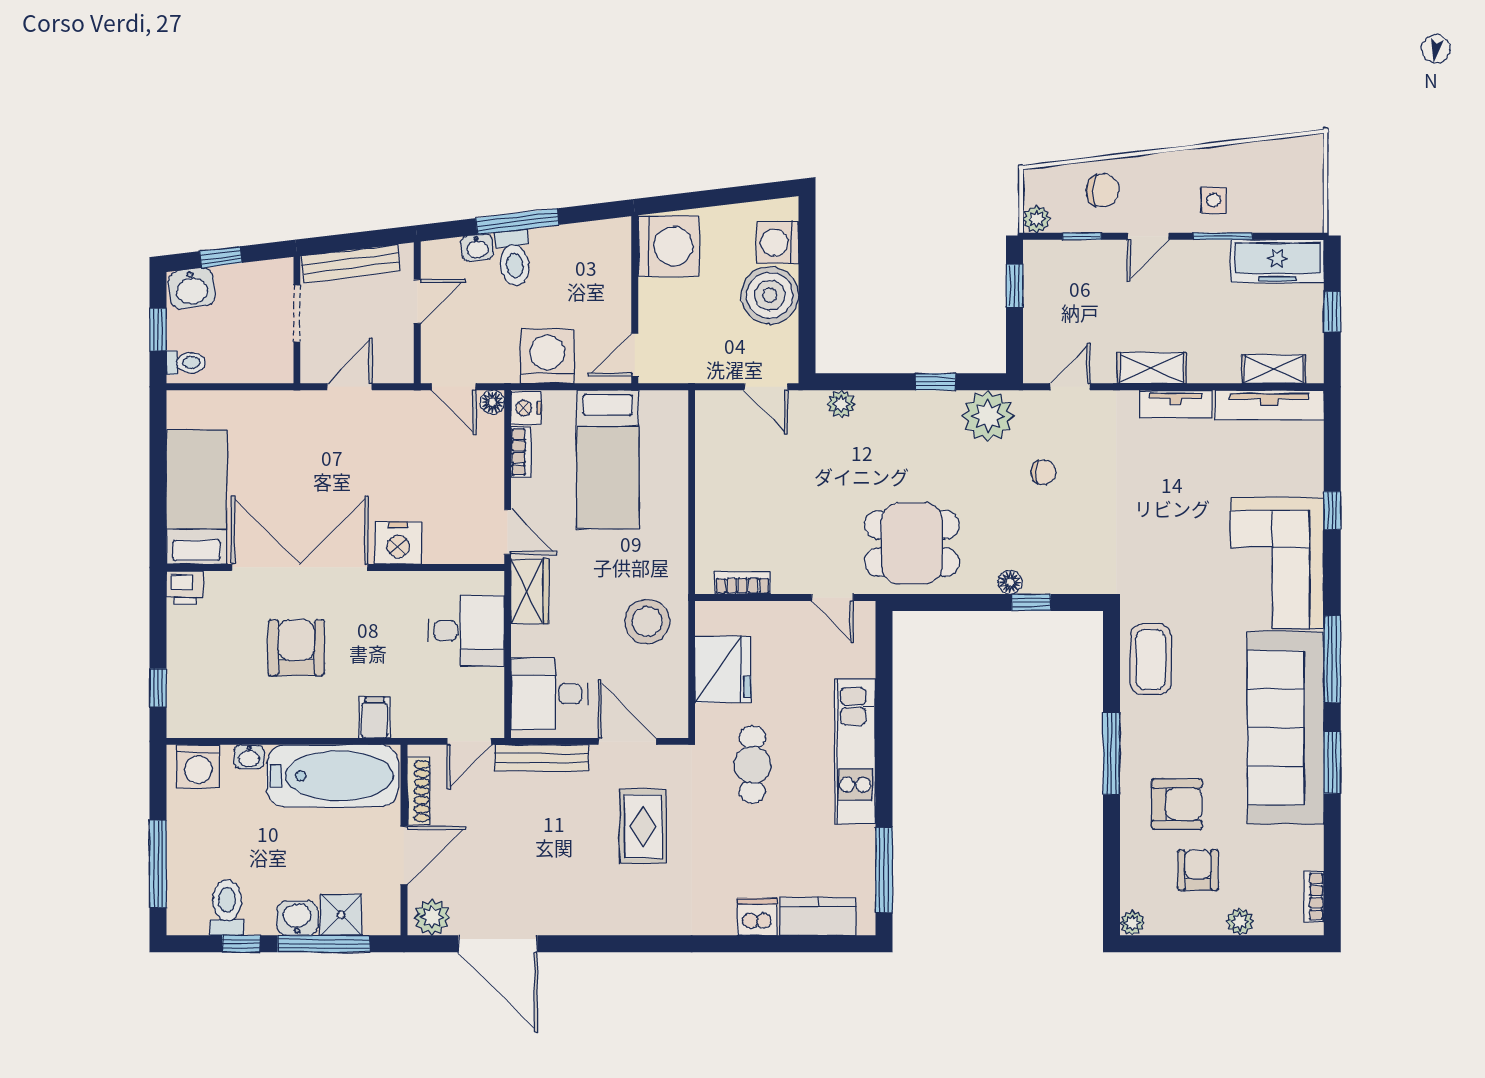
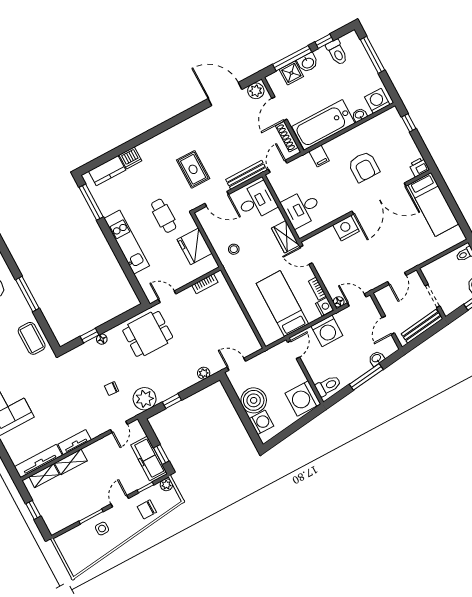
toilet: (514, 258) -> (328, 386), moved, turned 97
freezer: (1277, 261) -> (148, 458), moved, turned -90
shelving: (1152, 368) -> (71, 462), moved
stool: (647, 622) -> (234, 249), width x0.53, depth x0.53

